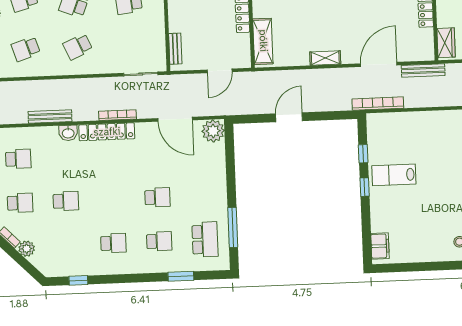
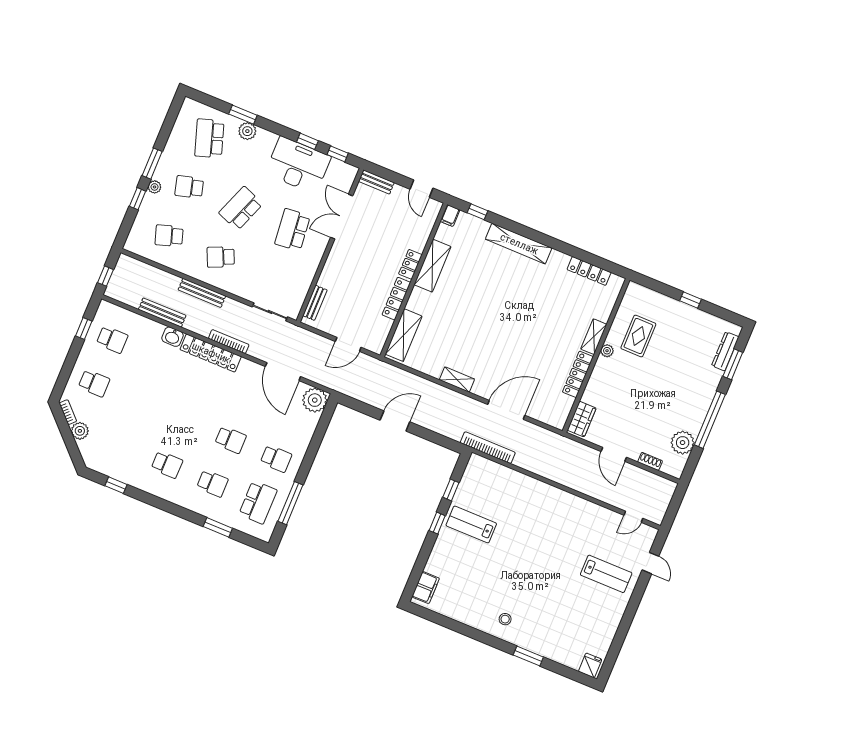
bench: (423, 70) -> (202, 293), moved
school desk: (66, 201) -> (276, 459), moved

